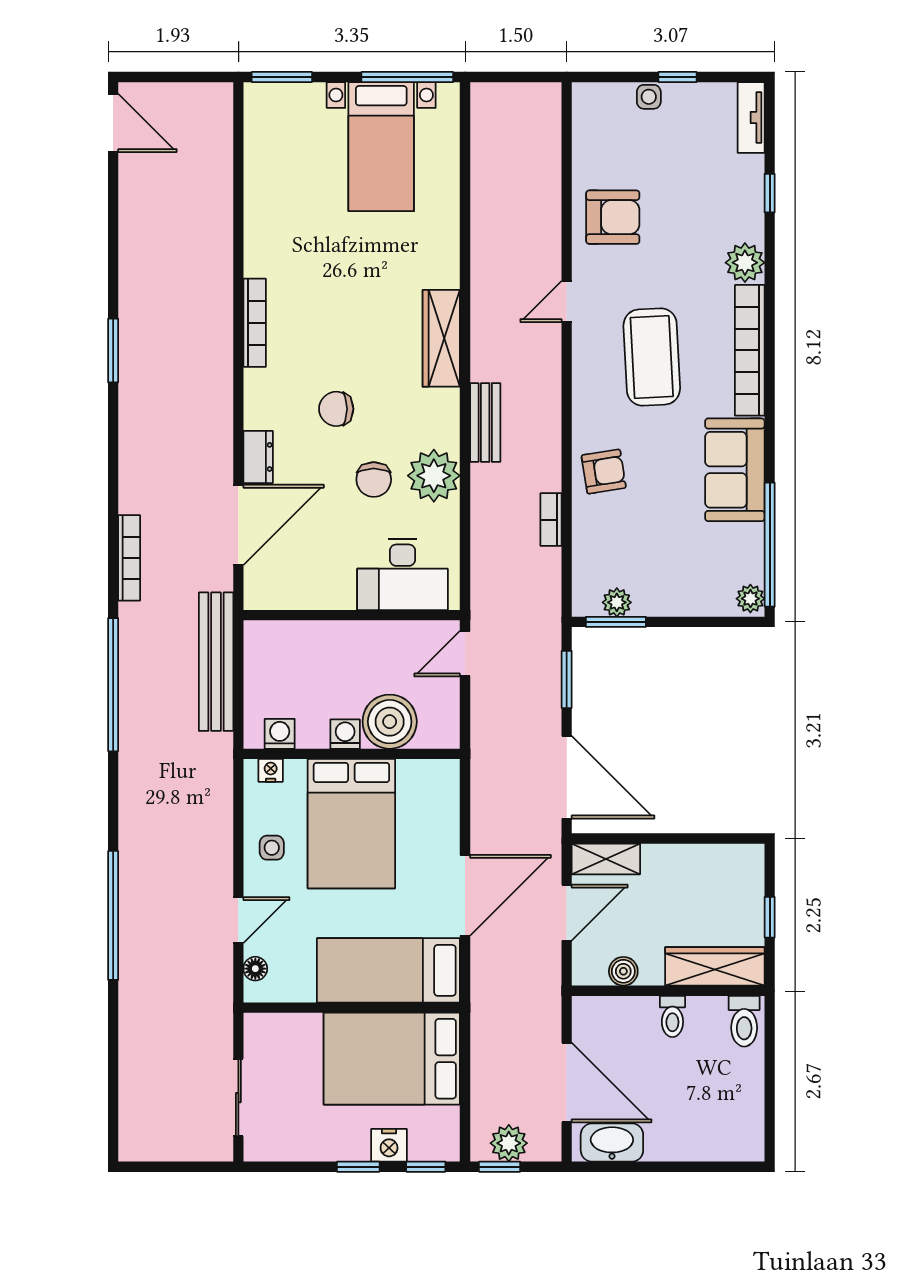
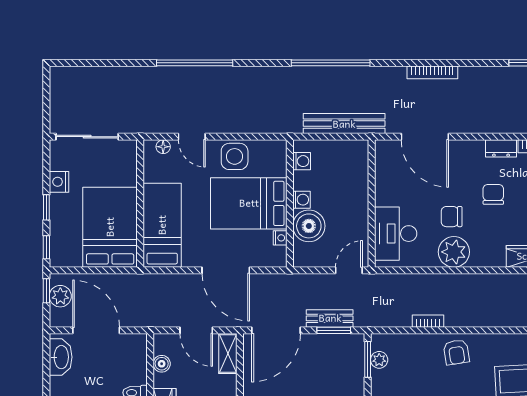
bench: (485, 423) -> (330, 318), moved
dresser: (258, 457) -> (501, 148), moved
bookcase: (129, 558) -> (432, 72), moved
door: (465, 654) -> (349, 270), hinge flipped
nightstand: (271, 770) -> (280, 238), moved
side table: (272, 848) -> (235, 156), width x1.87, depth x1.87
door: (465, 895) -> (226, 270), moved
door: (567, 1082) -> (96, 330), swing flipped
sliding door: (238, 1098) -> (87, 137), width x1.37
nightstand: (389, 1145) -> (59, 182), moved

